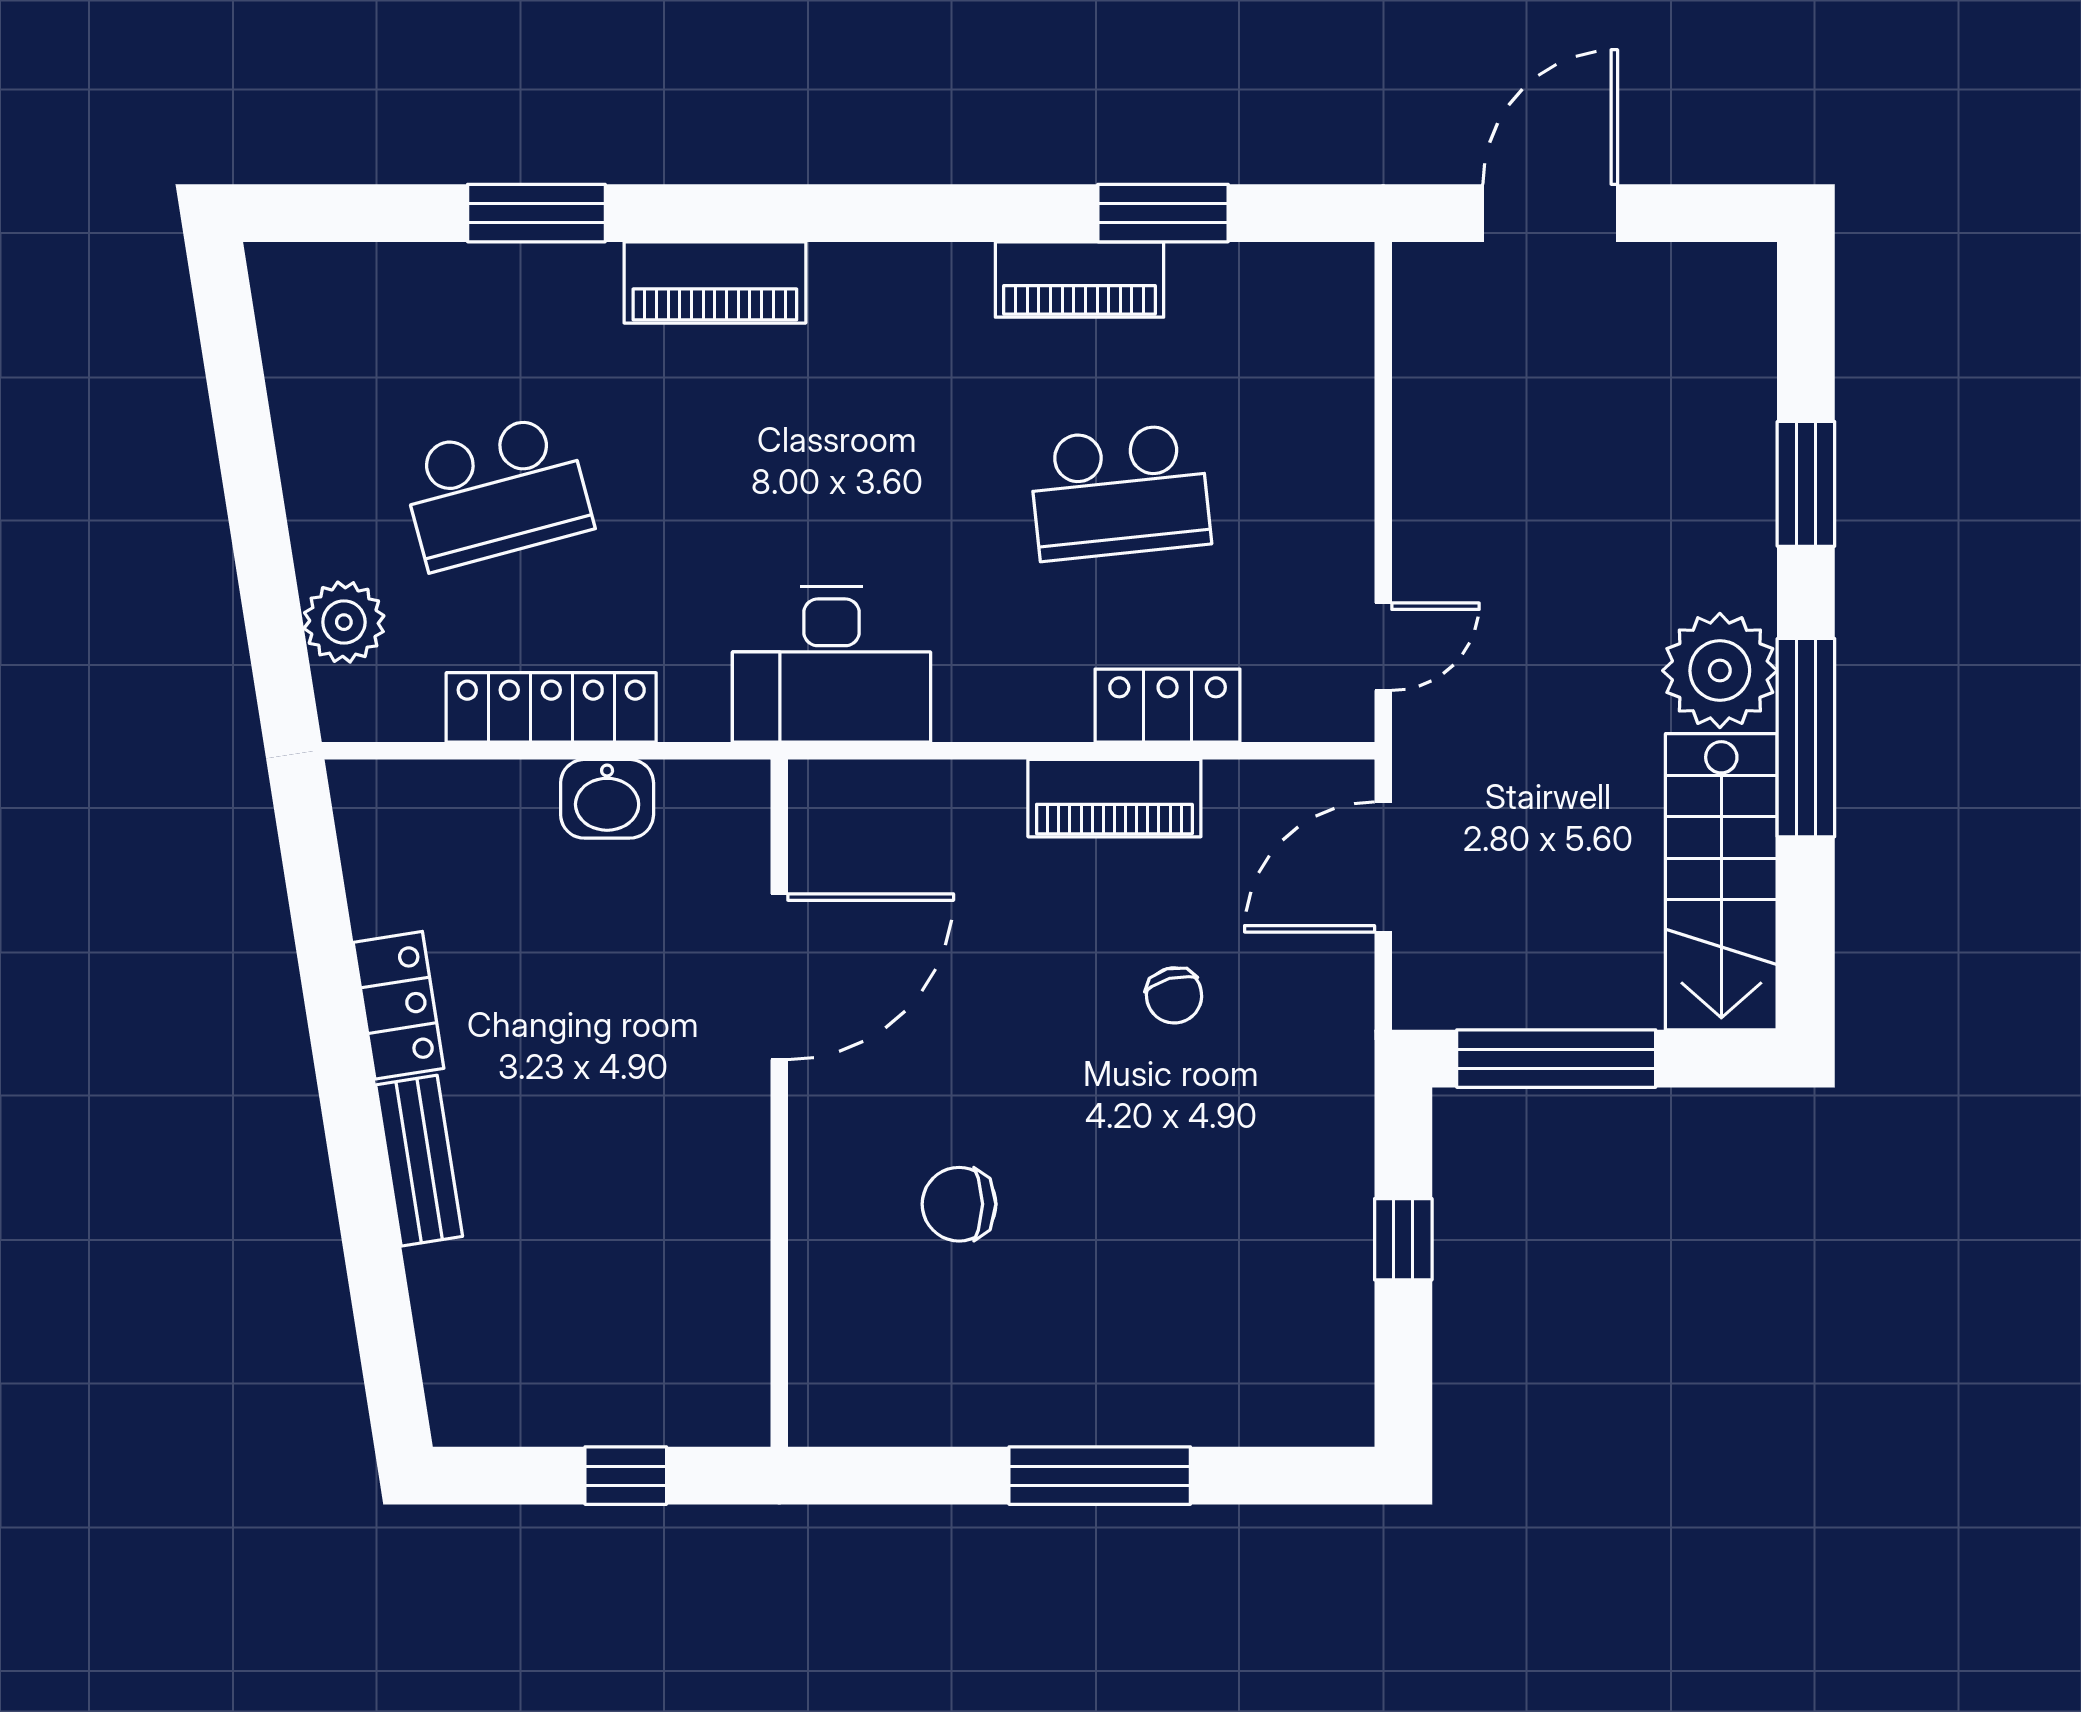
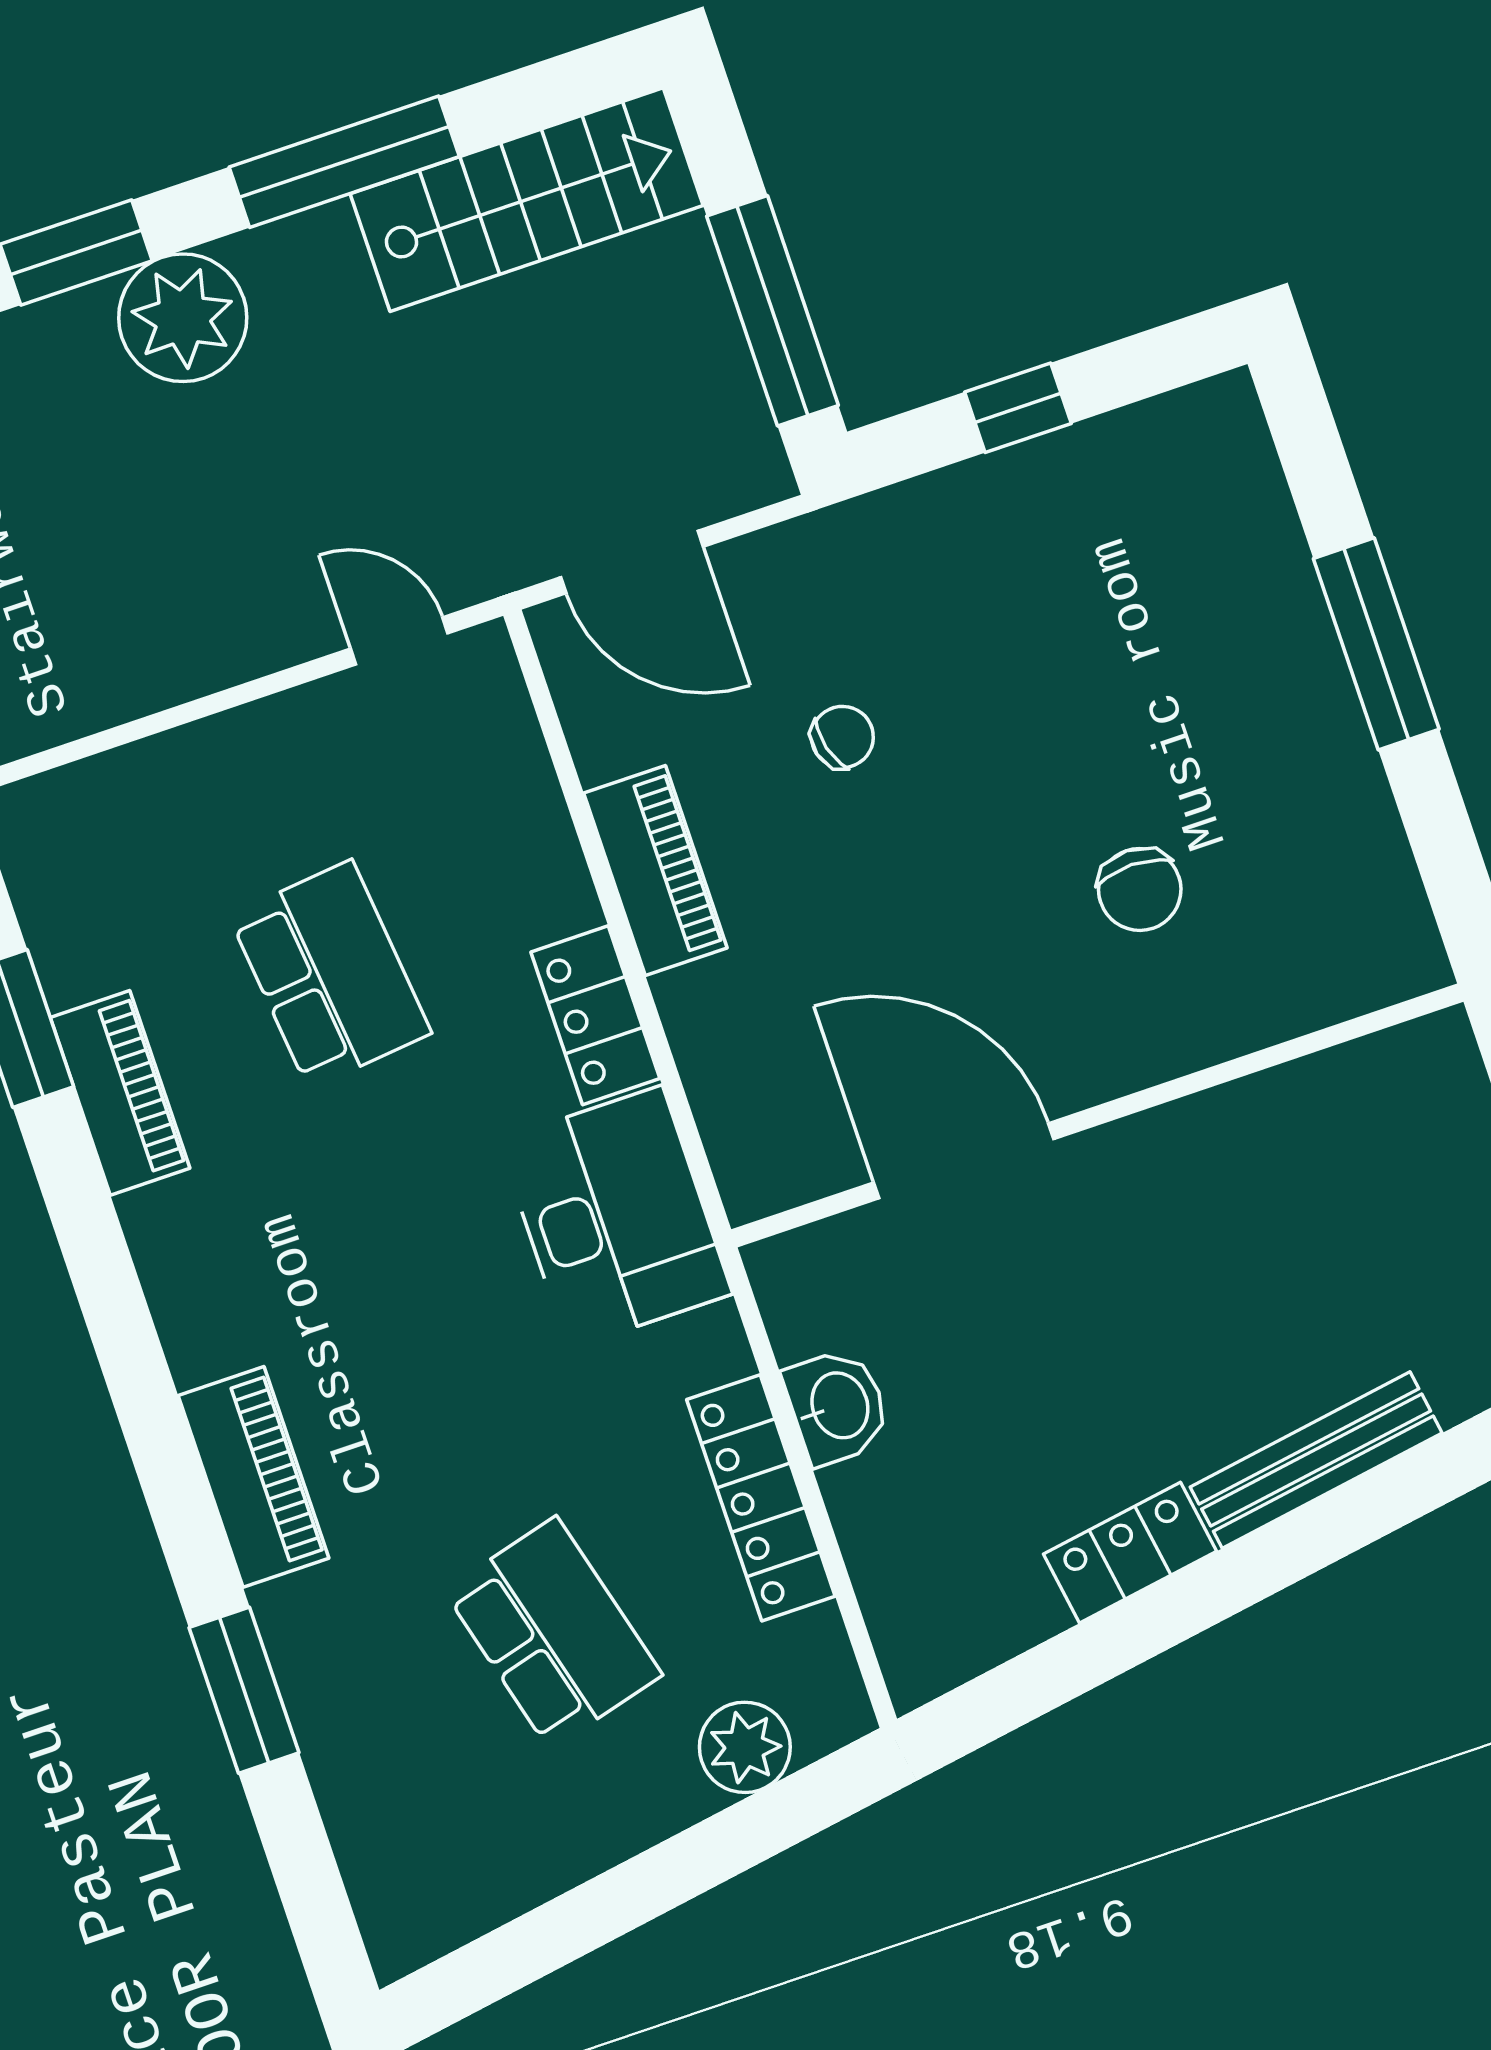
plant: (1720, 671) -> (183, 318), moved
locker: (1168, 706) -> (595, 1015), moved
bench: (419, 1161) -> (1316, 1460), width x1.36

